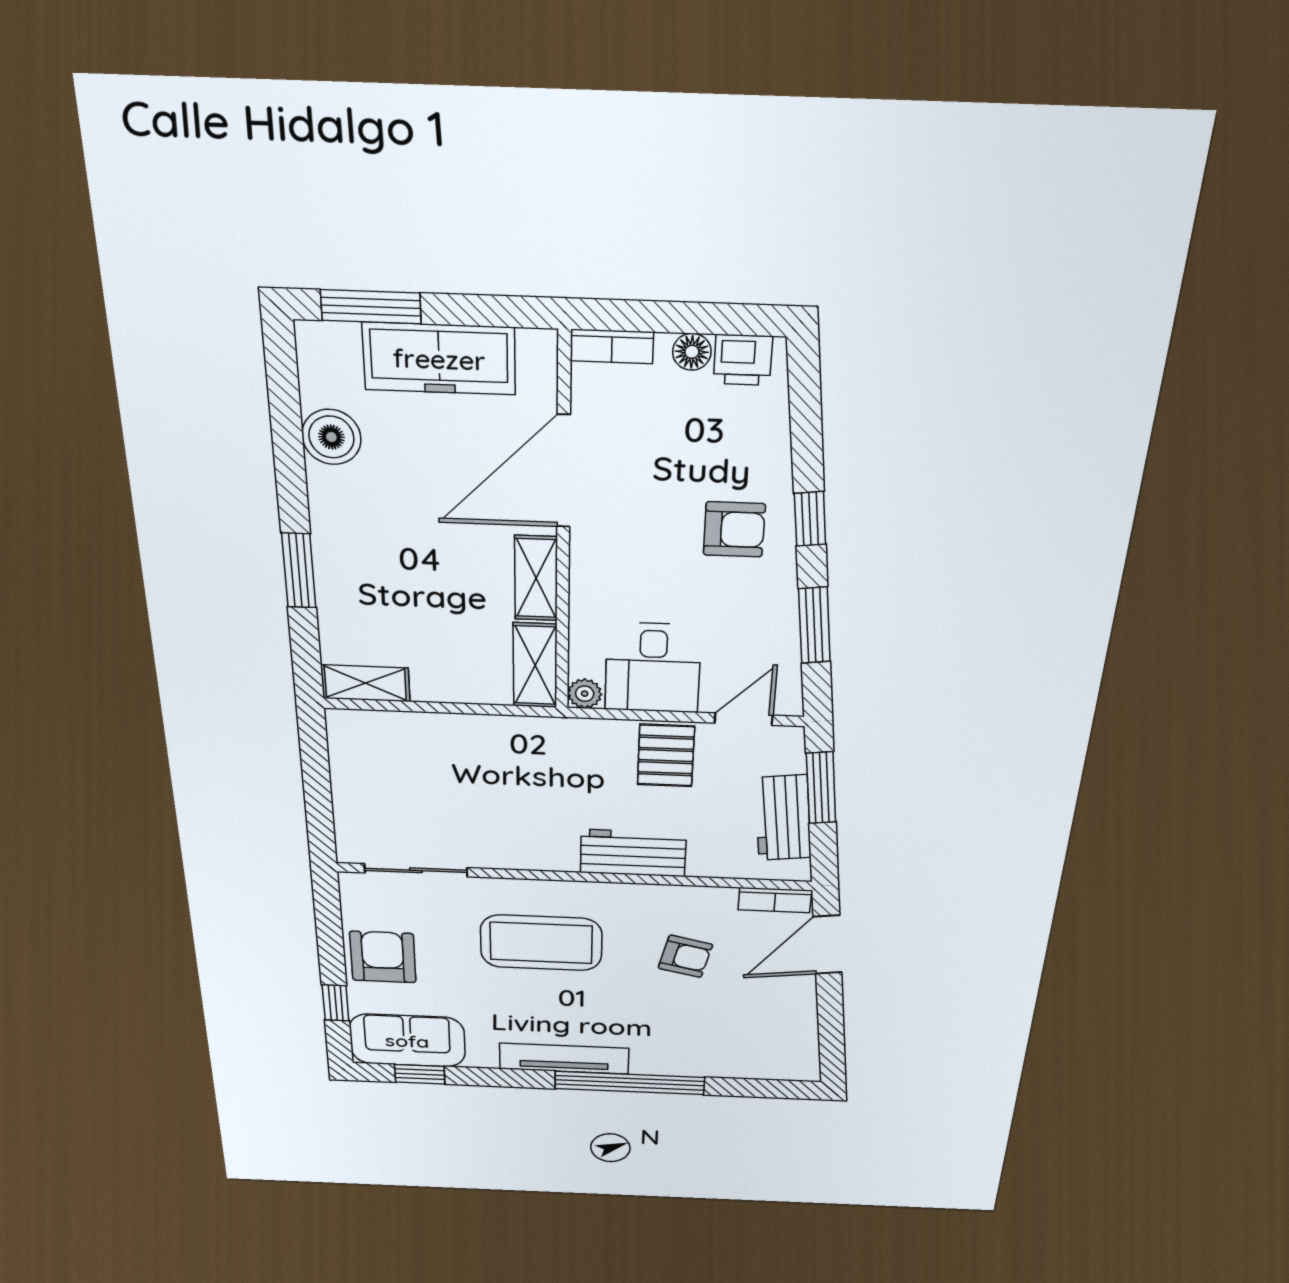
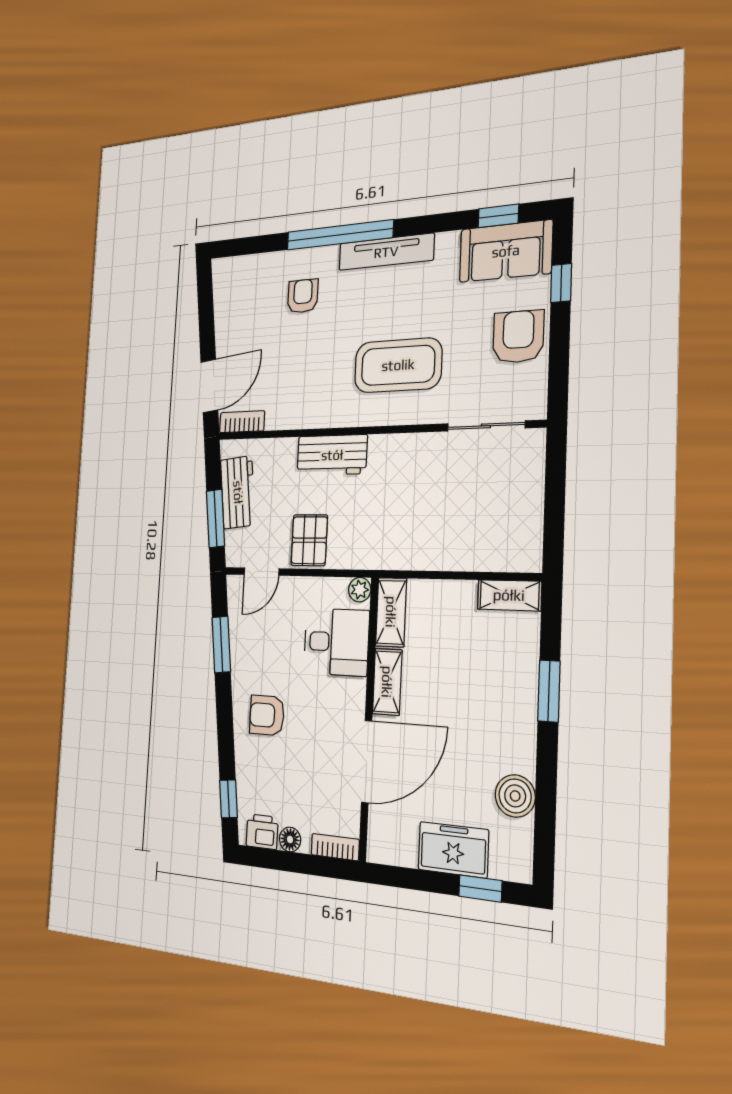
window: (371, 307) -> (480, 888), width x0.67
freezer: (439, 359) -> (453, 850), width x0.71
window: (810, 519) -> (228, 799), moved
desk: (653, 668) -> (336, 642), moved, turned 90
armchair: (685, 956) -> (303, 296), moved, turned 77
armchair: (383, 957) -> (518, 337), turned 180

